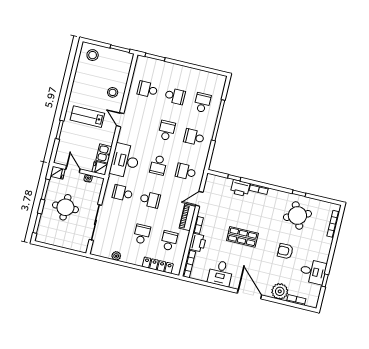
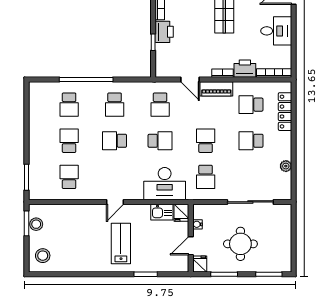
school desk: (147, 89) -> (69, 177), turned 180
stool: (113, 92) -> (36, 224), moved
school desk: (202, 103) -> (69, 105), turned -90
lab bench: (87, 117) -> (121, 244), turned 180

